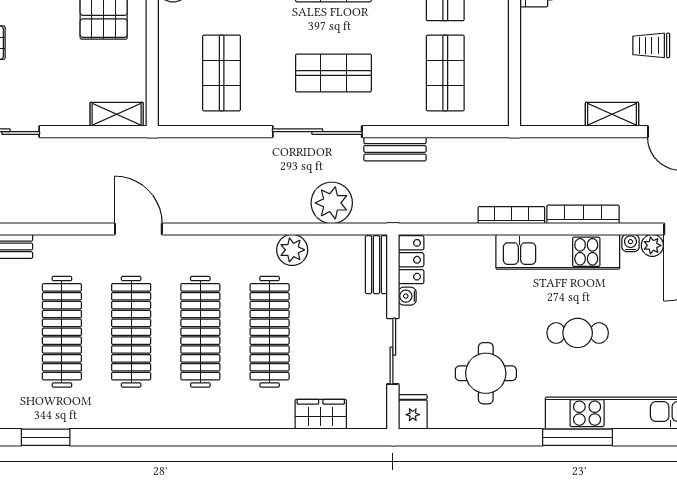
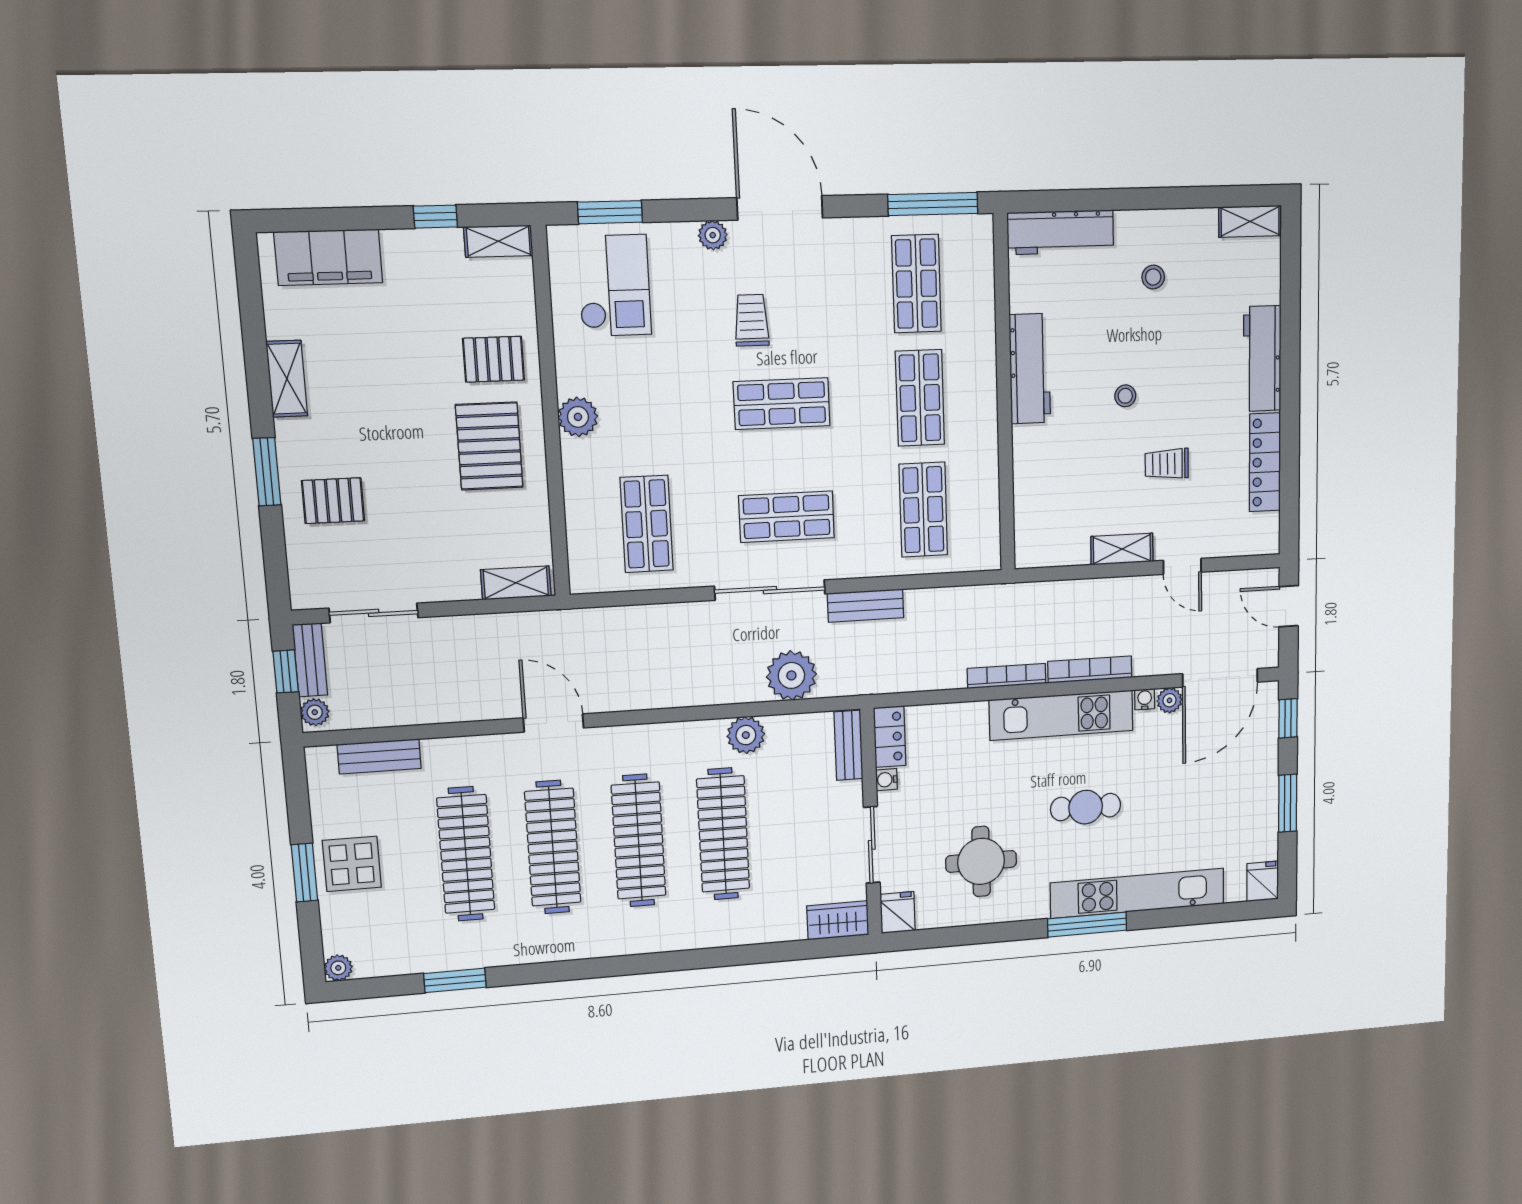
wardrobe: (321, 414) -> (838, 920), moved

